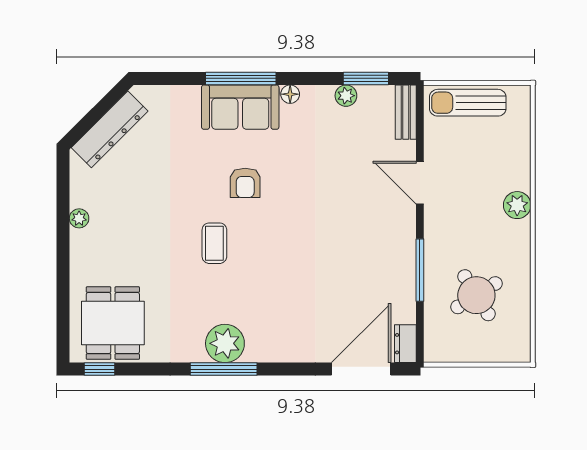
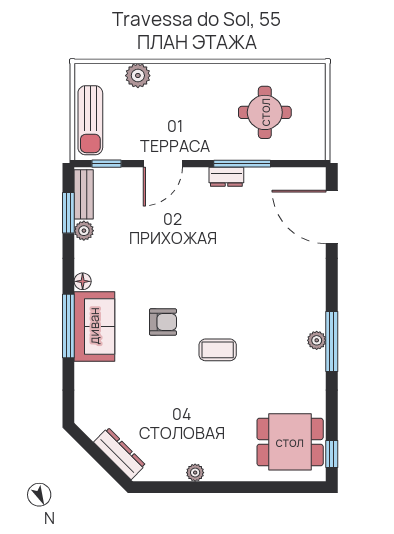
bench: (406, 112) -> (84, 194), moved, turned 90
window: (420, 120) -> (106, 164), added
dresser: (110, 129) -> (120, 454), width x0.73, depth x0.80
plant: (517, 205) -> (138, 76), moved
round table: (476, 295) -> (265, 112), turned 32
plant: (225, 343) -> (317, 340), width x0.53, depth x0.53
dresser: (405, 344) -> (226, 177), moved

